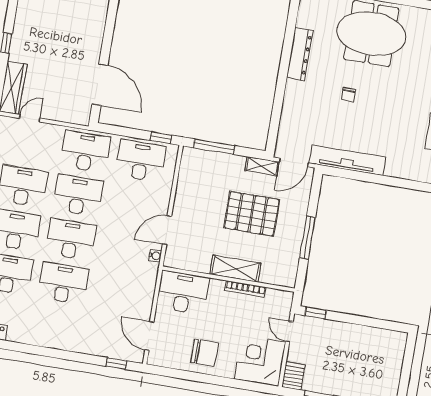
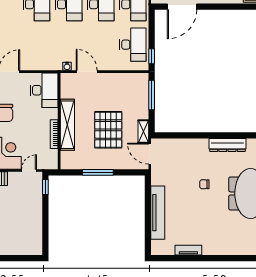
tv unit: (347, 160) -> (158, 213), moved
shelving: (235, 269) -> (67, 125), width x1.47

